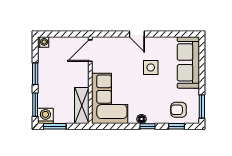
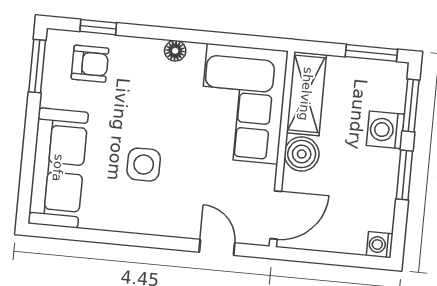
door: (137, 34) -> (217, 247), moved
boiler: (81, 79) -> (302, 154), added
washing machine: (45, 116) -> (385, 130), moved, turned 90
window: (147, 126) -> (163, 33), removed

